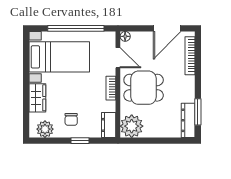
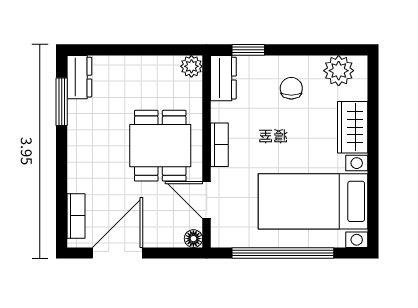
bookcase: (190, 56) -> (76, 216), width x0.64
dining table: (144, 88) -> (160, 146), turned 90
dresser: (188, 120) -> (79, 77), width x0.70
plant: (132, 126) -> (191, 66), width x0.53, depth x0.53
window: (80, 141) -> (248, 50), moved

